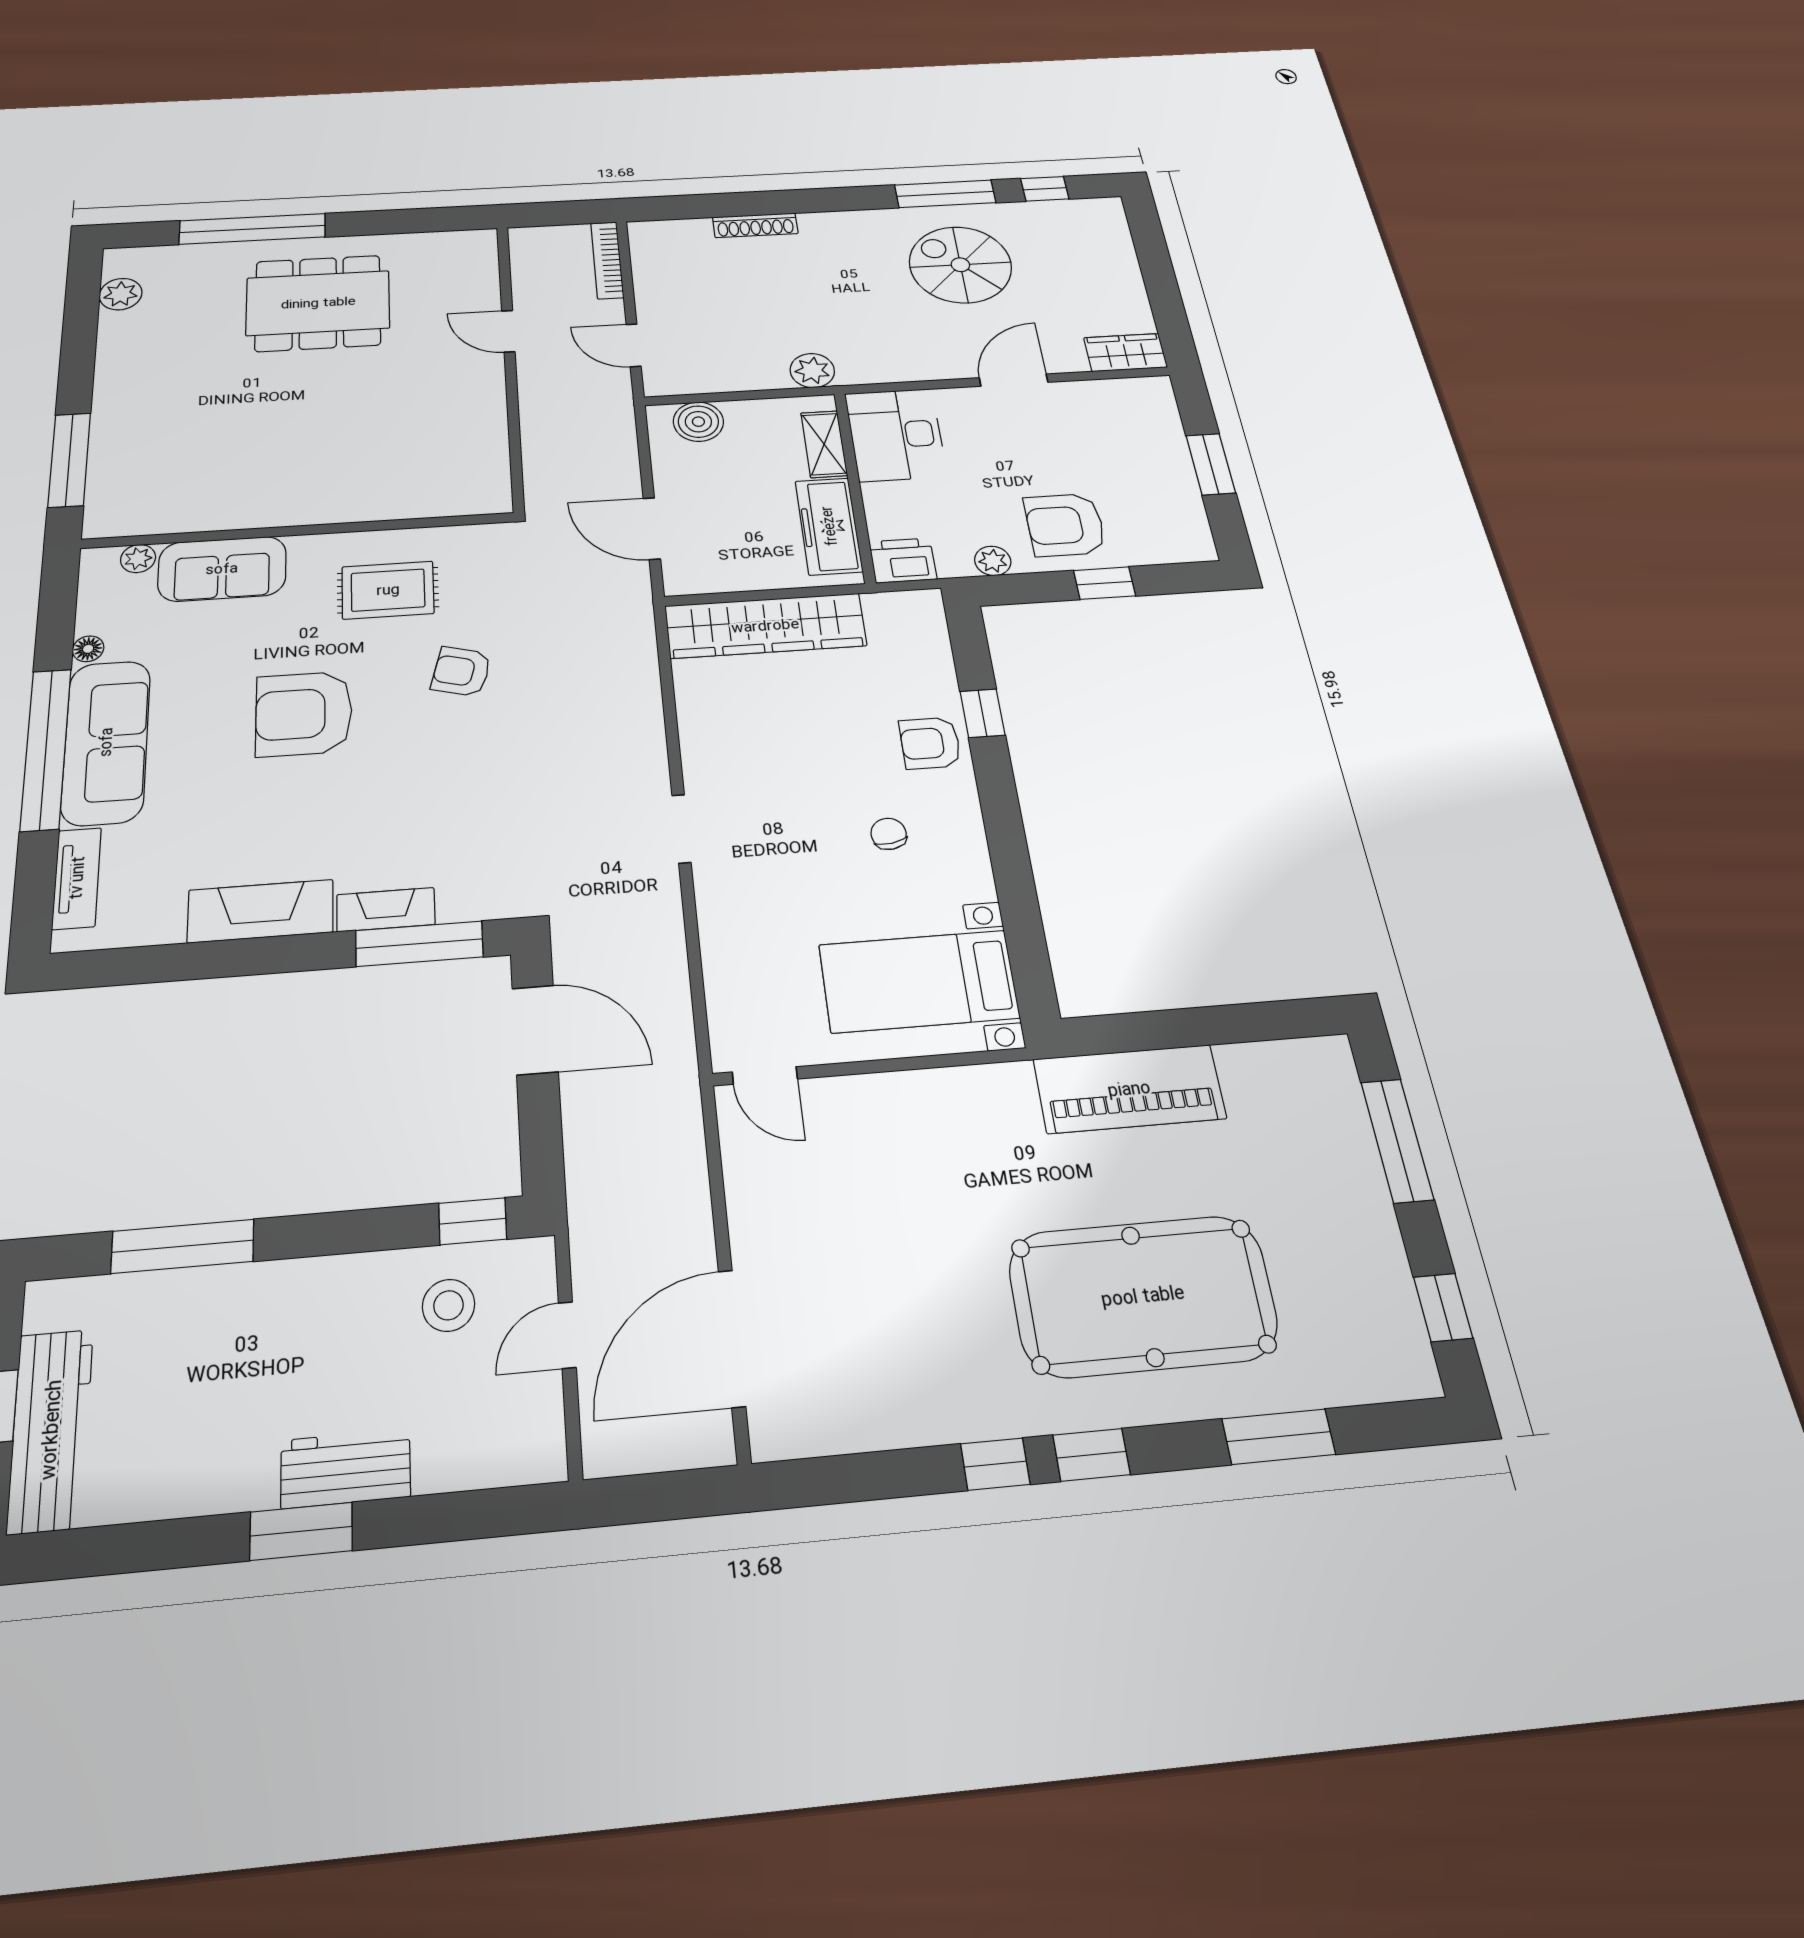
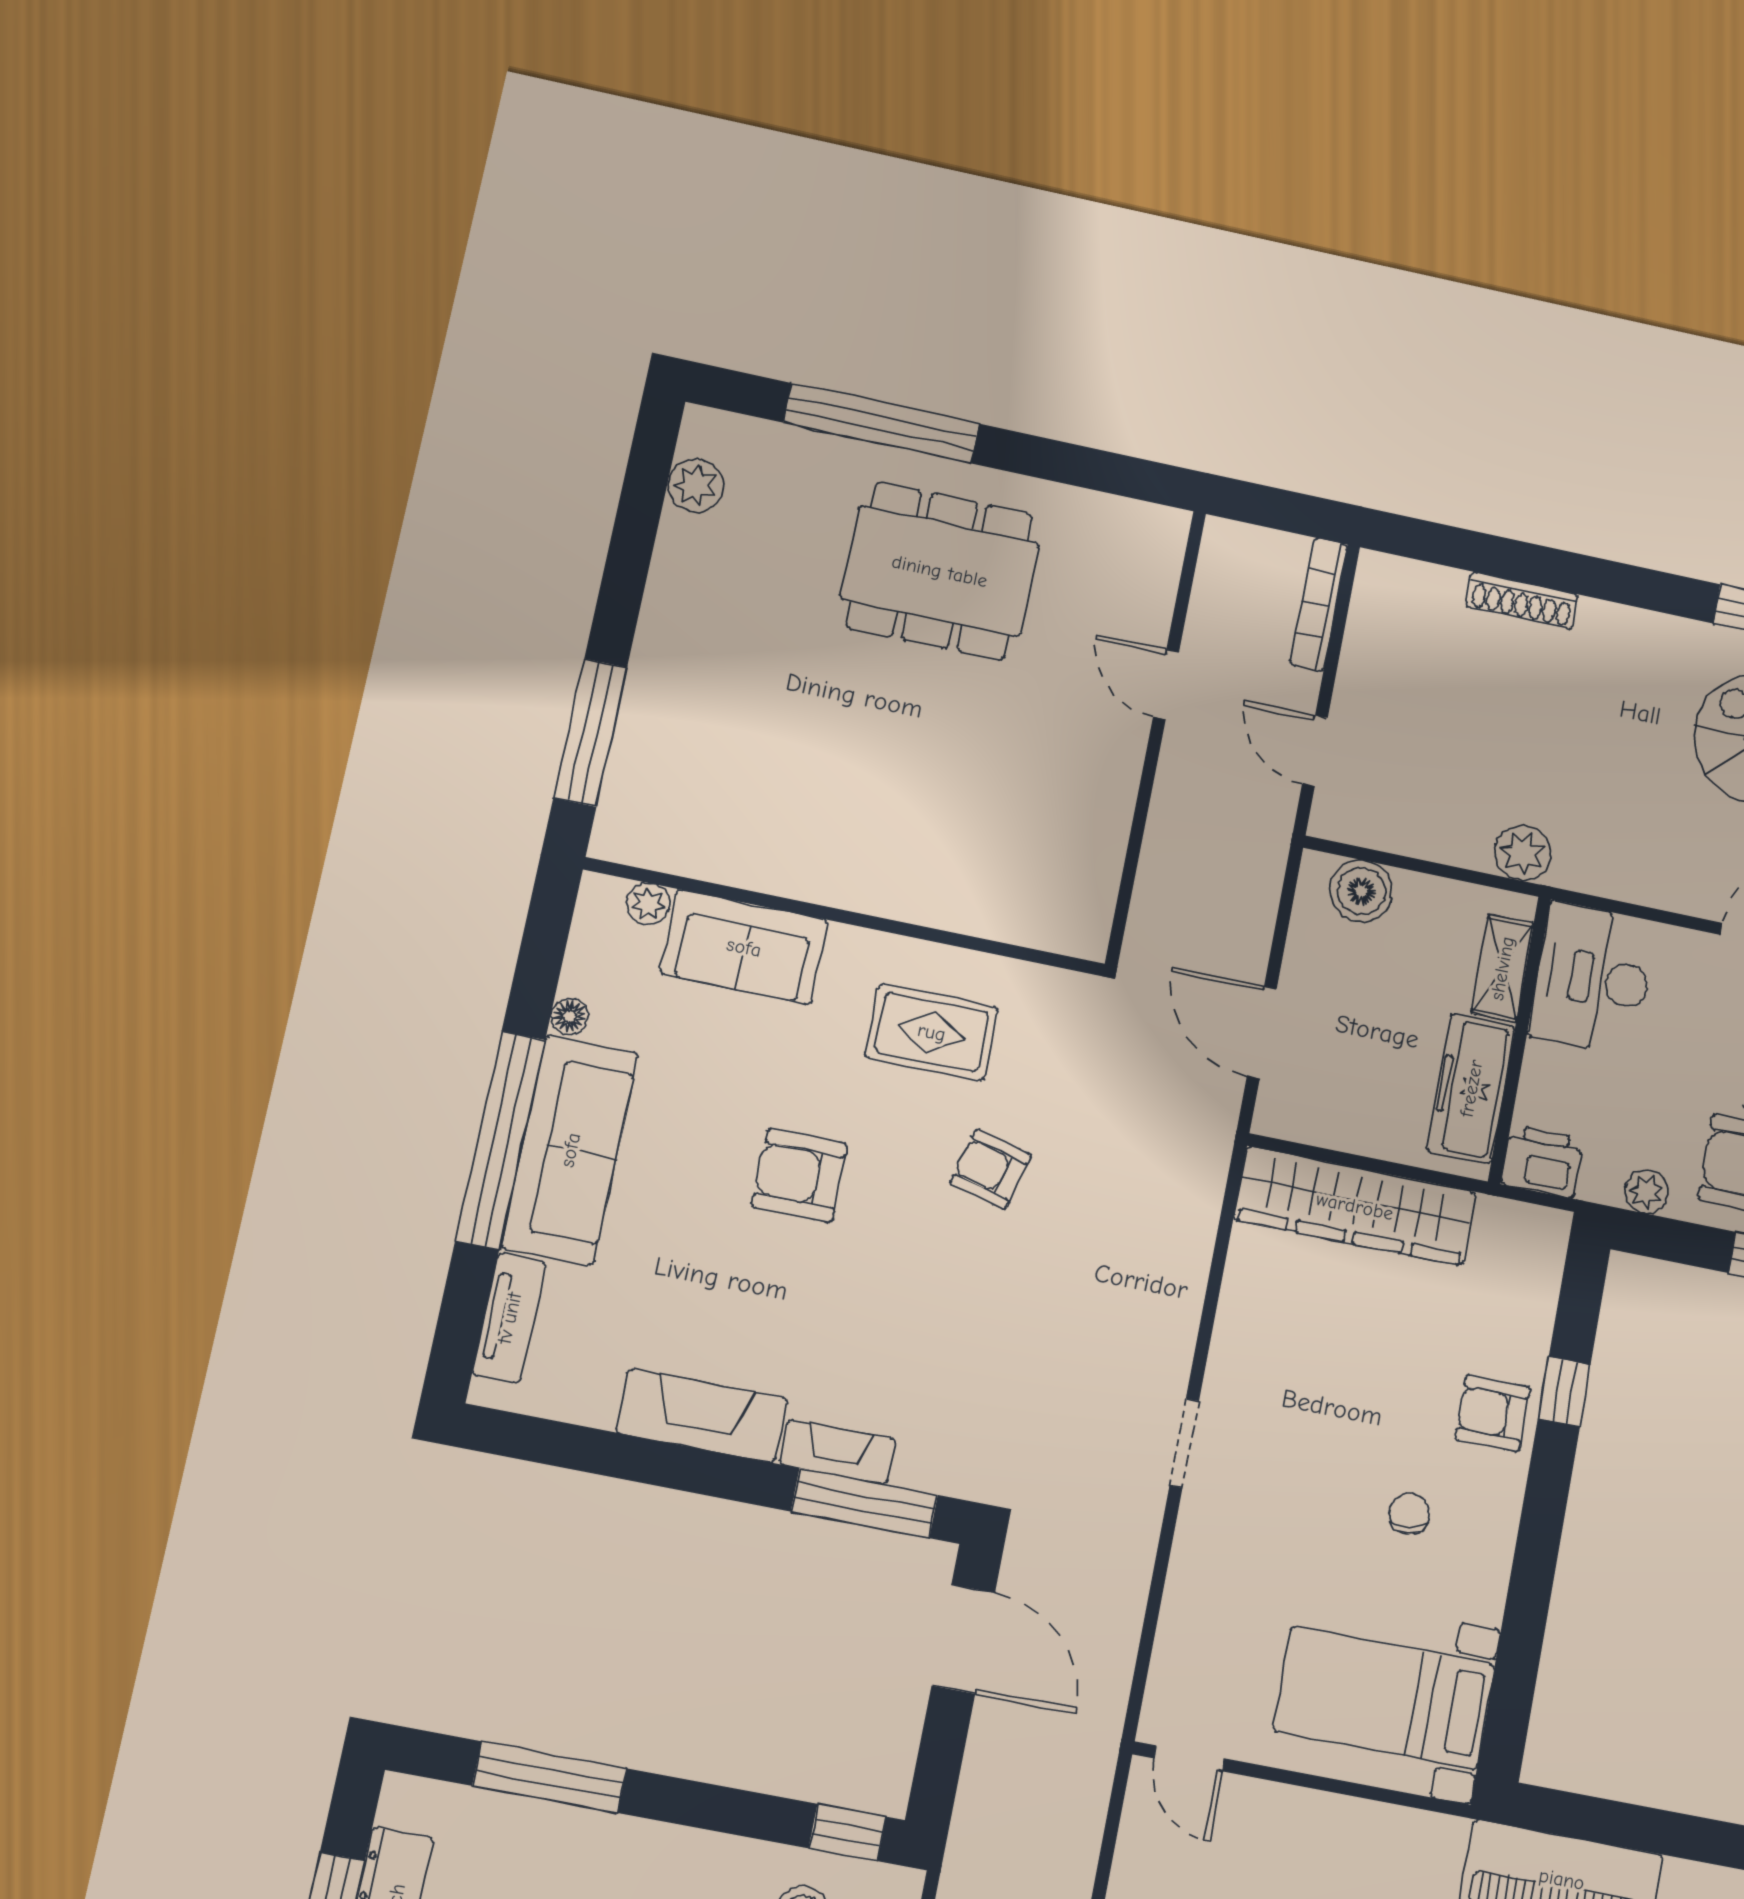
armchair: (304, 714) -> (799, 1175), width x0.73, depth x0.73

